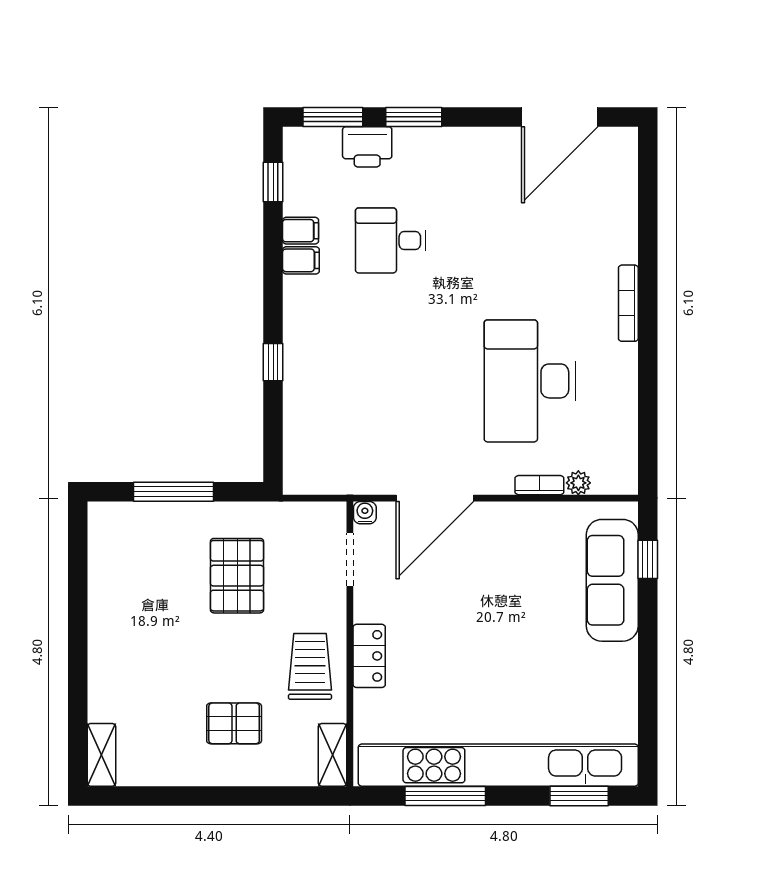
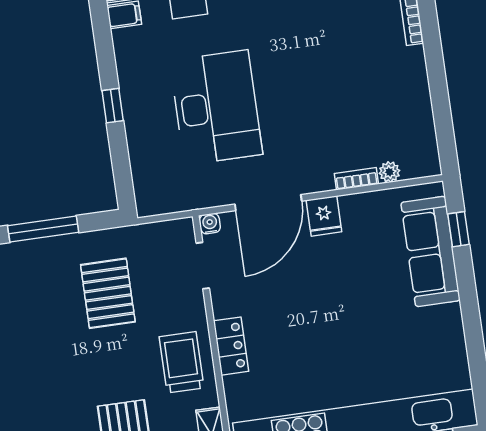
desk: (530, 381) -> (216, 107), moved, turned 180
fridge: (496, 522) -> (324, 216), added

